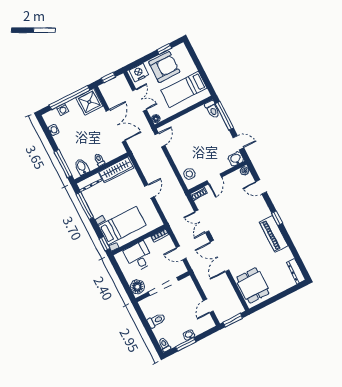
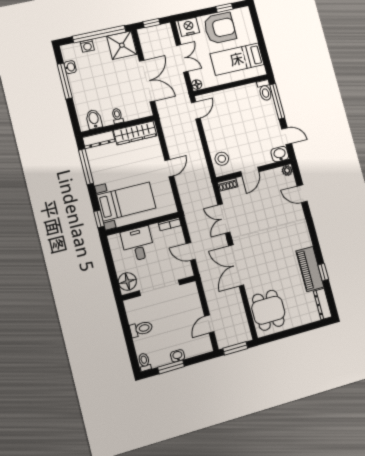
window: (63, 164) -> (65, 81), moved
window: (277, 218) -> (323, 272), moved
piano: (274, 234) -> (310, 269), moved

